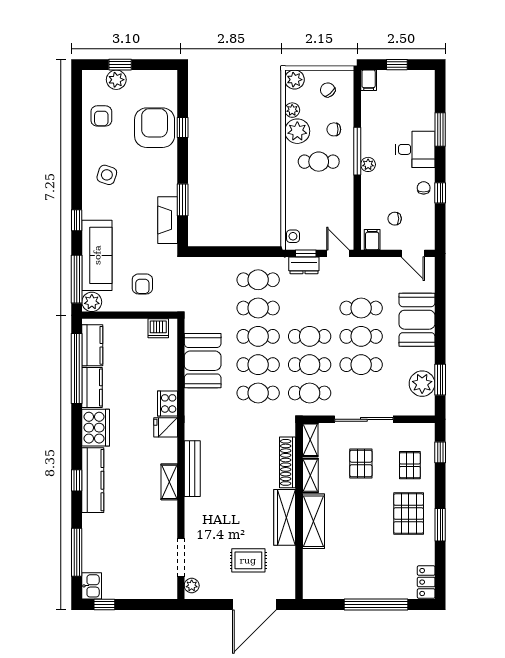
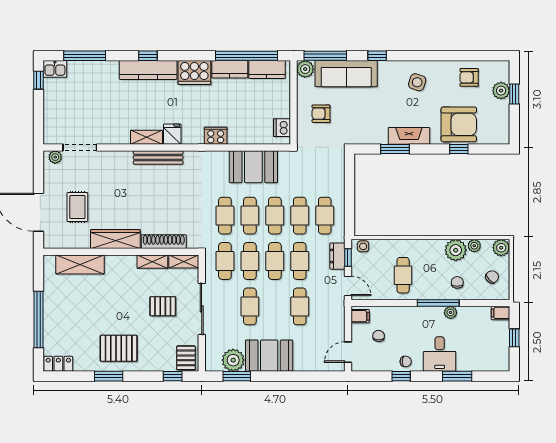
cafe table: (319, 162) -> (403, 275), moved
plant: (368, 164) -> (451, 312), moved
fireplace: (168, 220) -> (409, 136), moved
door: (338, 253) -> (348, 286), hinge flipped
booth: (417, 320) -> (269, 356), moved
cafe table: (361, 336) -> (300, 261), moved
fridge: (166, 427) -> (172, 134), moved
pallet: (410, 465) -> (186, 358), moved, turned 90
shelving: (313, 521) -> (80, 264), moved

